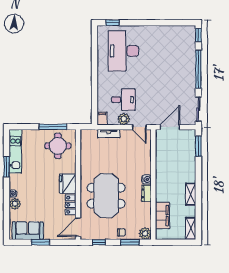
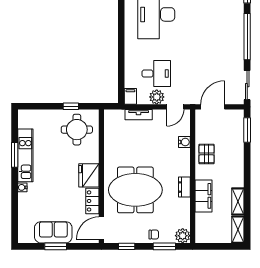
window: (53, 127) -> (71, 106), width x0.46
door: (139, 127) -> (175, 107), hinge flipped
kitchen unit: (15, 151) -> (25, 155), moved
pallet: (165, 166) -> (207, 154), added
water cooler: (147, 179) -> (184, 142), moved
shelving: (191, 194) -> (238, 202), moved
meeting table: (106, 196) -> (135, 190), turned 90
plant: (15, 204) -> (25, 200), removed
filing cabinet: (162, 216) -> (204, 196), moved
sofa: (28, 231) -> (53, 232), moved

